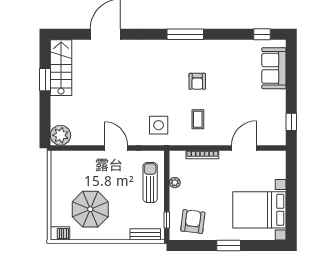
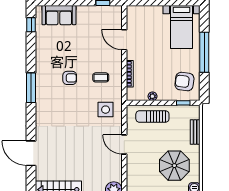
door: (116, 148) -> (124, 144), hinge flipped
bed with nightstands: (259, 210) -> (181, 27), width x0.73
bench: (145, 234) -> (195, 132), moved
window: (229, 246) -> (204, 52), width x2.11

